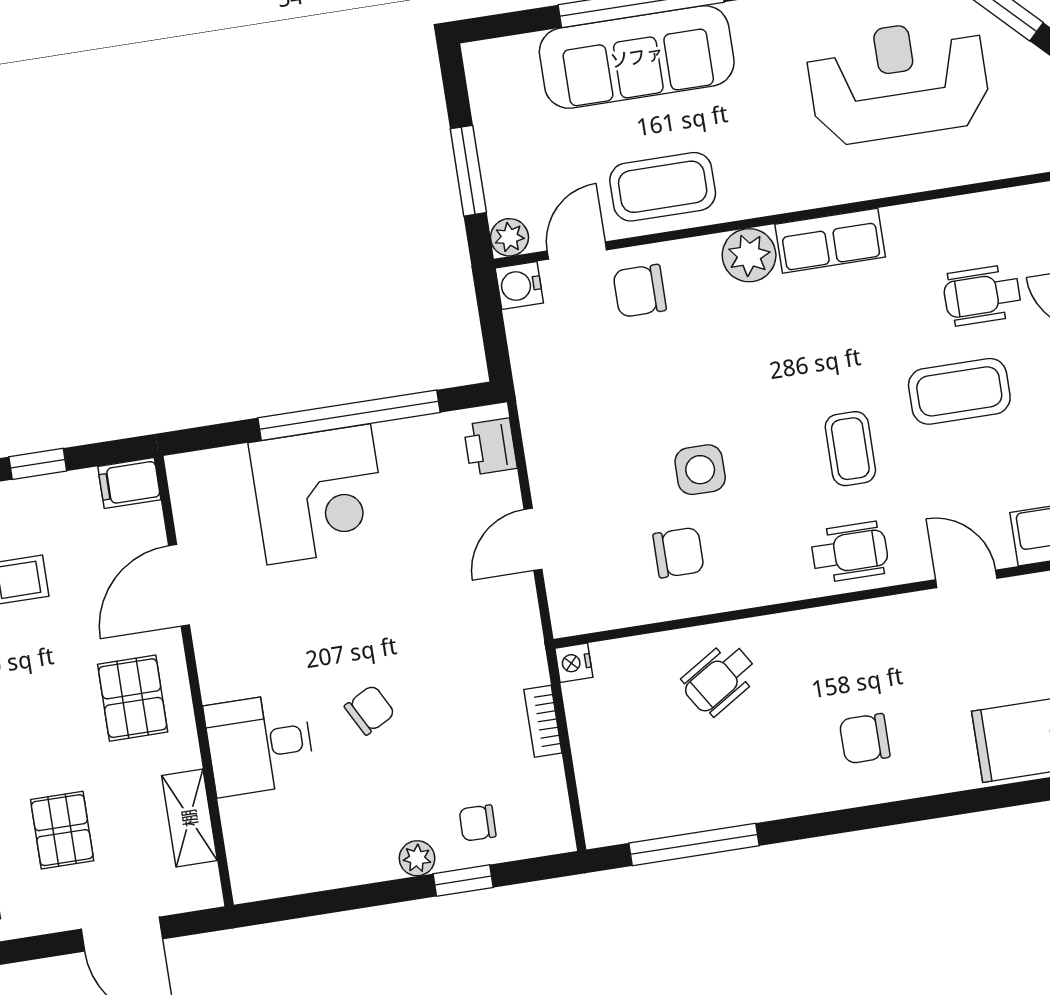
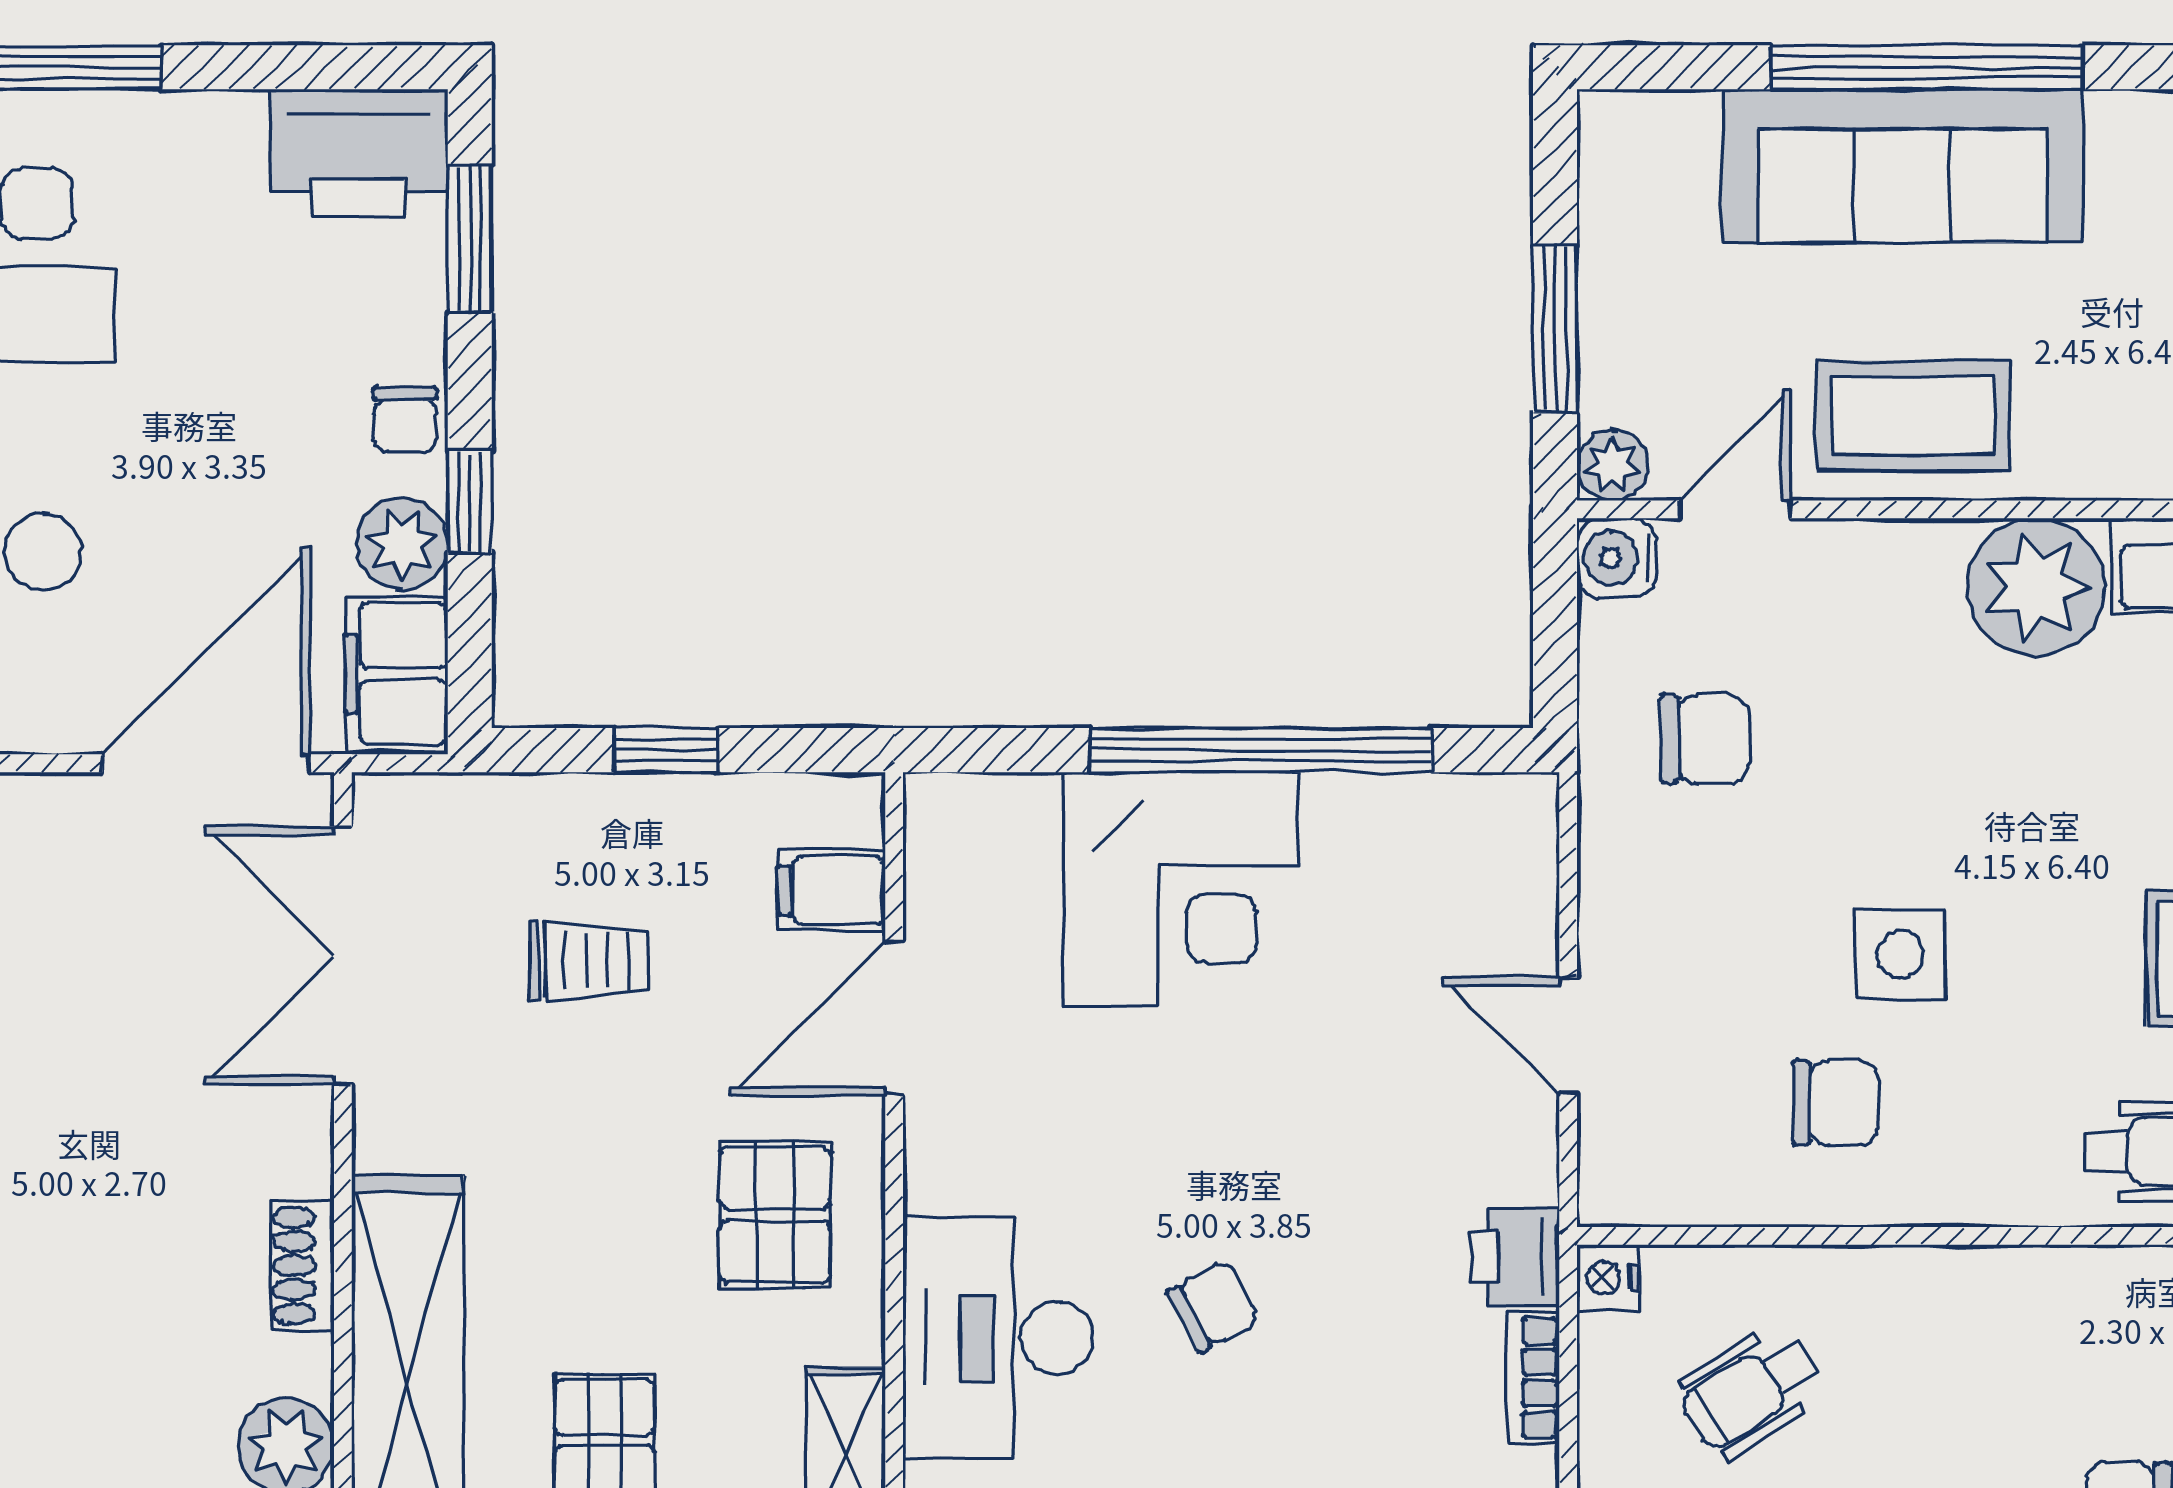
plant: (749, 255) -> (2036, 587), width x1.36, depth x1.36
chair: (640, 291) -> (1705, 739), moved, turned 180
printer: (490, 447) -> (1515, 1257), moved
filing cabinet: (129, 483) -> (832, 890), moved
door: (533, 539) -> (1568, 1036), hinge flipped
wheelchair: (719, 679) -> (1750, 1391), moved
desk: (260, 744) -> (998, 1338), width x1.37

